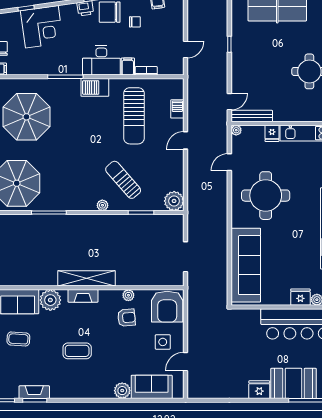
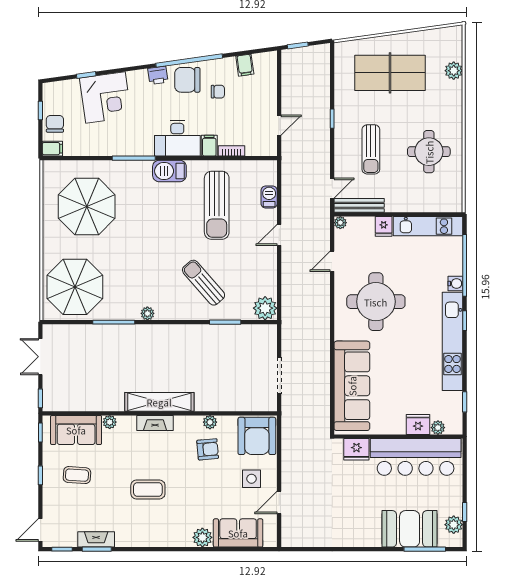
sun lounger: (261, 70) -> (371, 149), added
plant: (102, 205) -> (147, 313), moved
plant: (50, 300) -> (110, 422), width x0.53, depth x0.53
fridge: (259, 390) -> (356, 449), moved, turned 180

